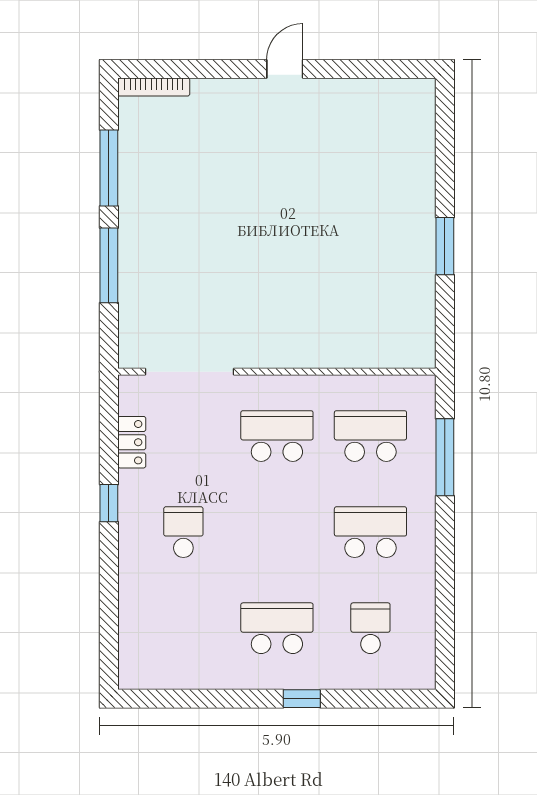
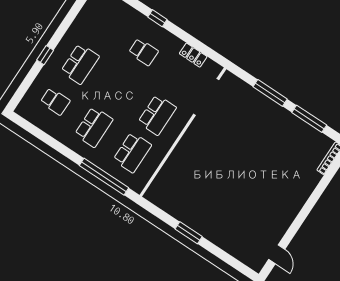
door: (285, 69) -> (277, 254), moved
window: (445, 457) -> (104, 177), width x1.46
window: (109, 503) -> (157, 18), moved

